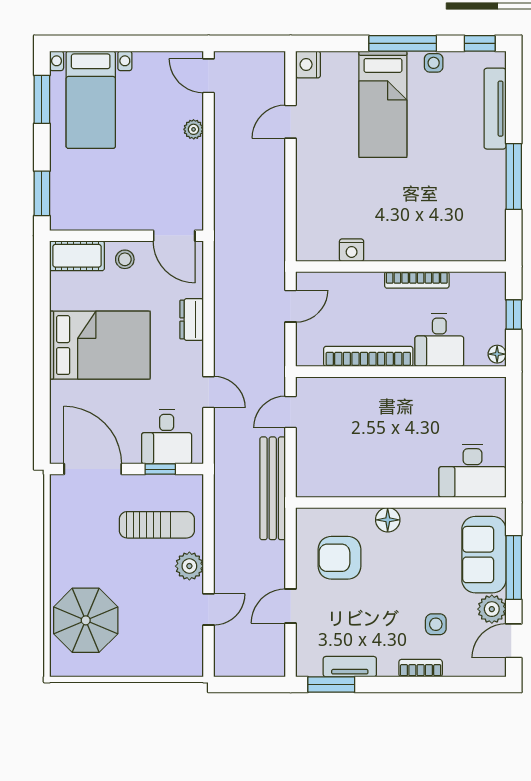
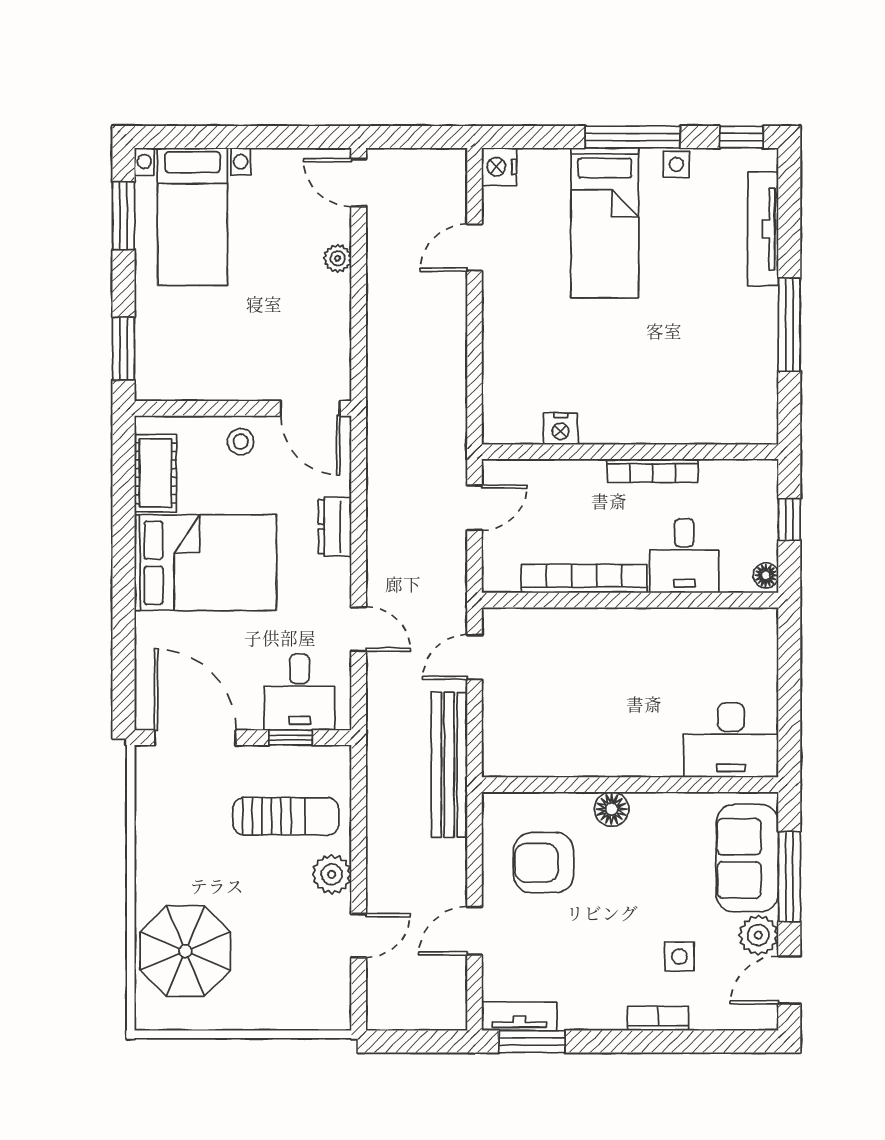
cot: (77, 256) -> (155, 473), moved, turned 90
tv unit: (350, 667) -> (519, 1016), moved

